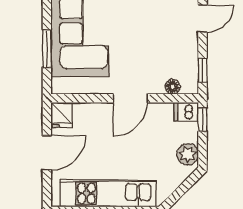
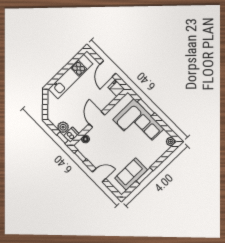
door: (202, 18) -> (99, 175), swing flipped
plant: (188, 154) -> (63, 127), moved

